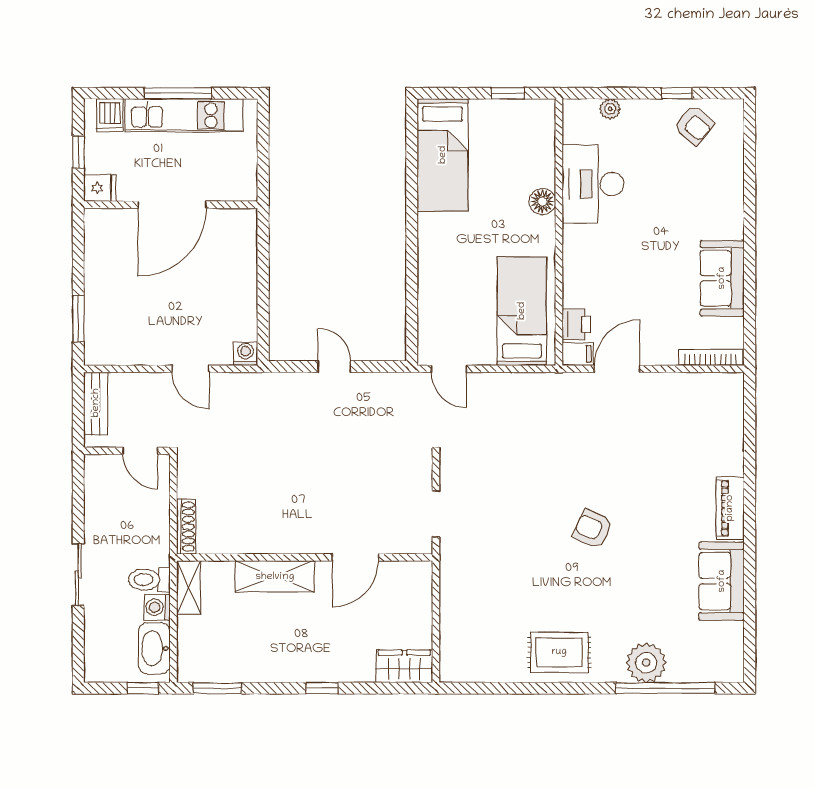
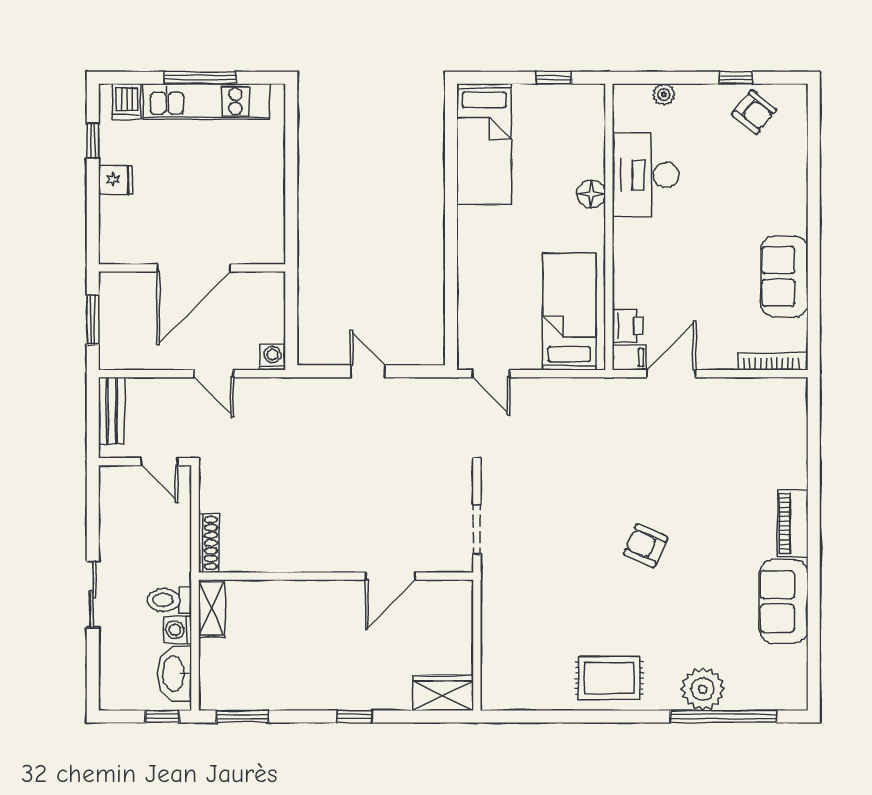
wall: (171, 205) -> (192, 268), moved
door: (172, 205) -> (194, 268), moved
shelving: (275, 577) -> (304, 597), removed

